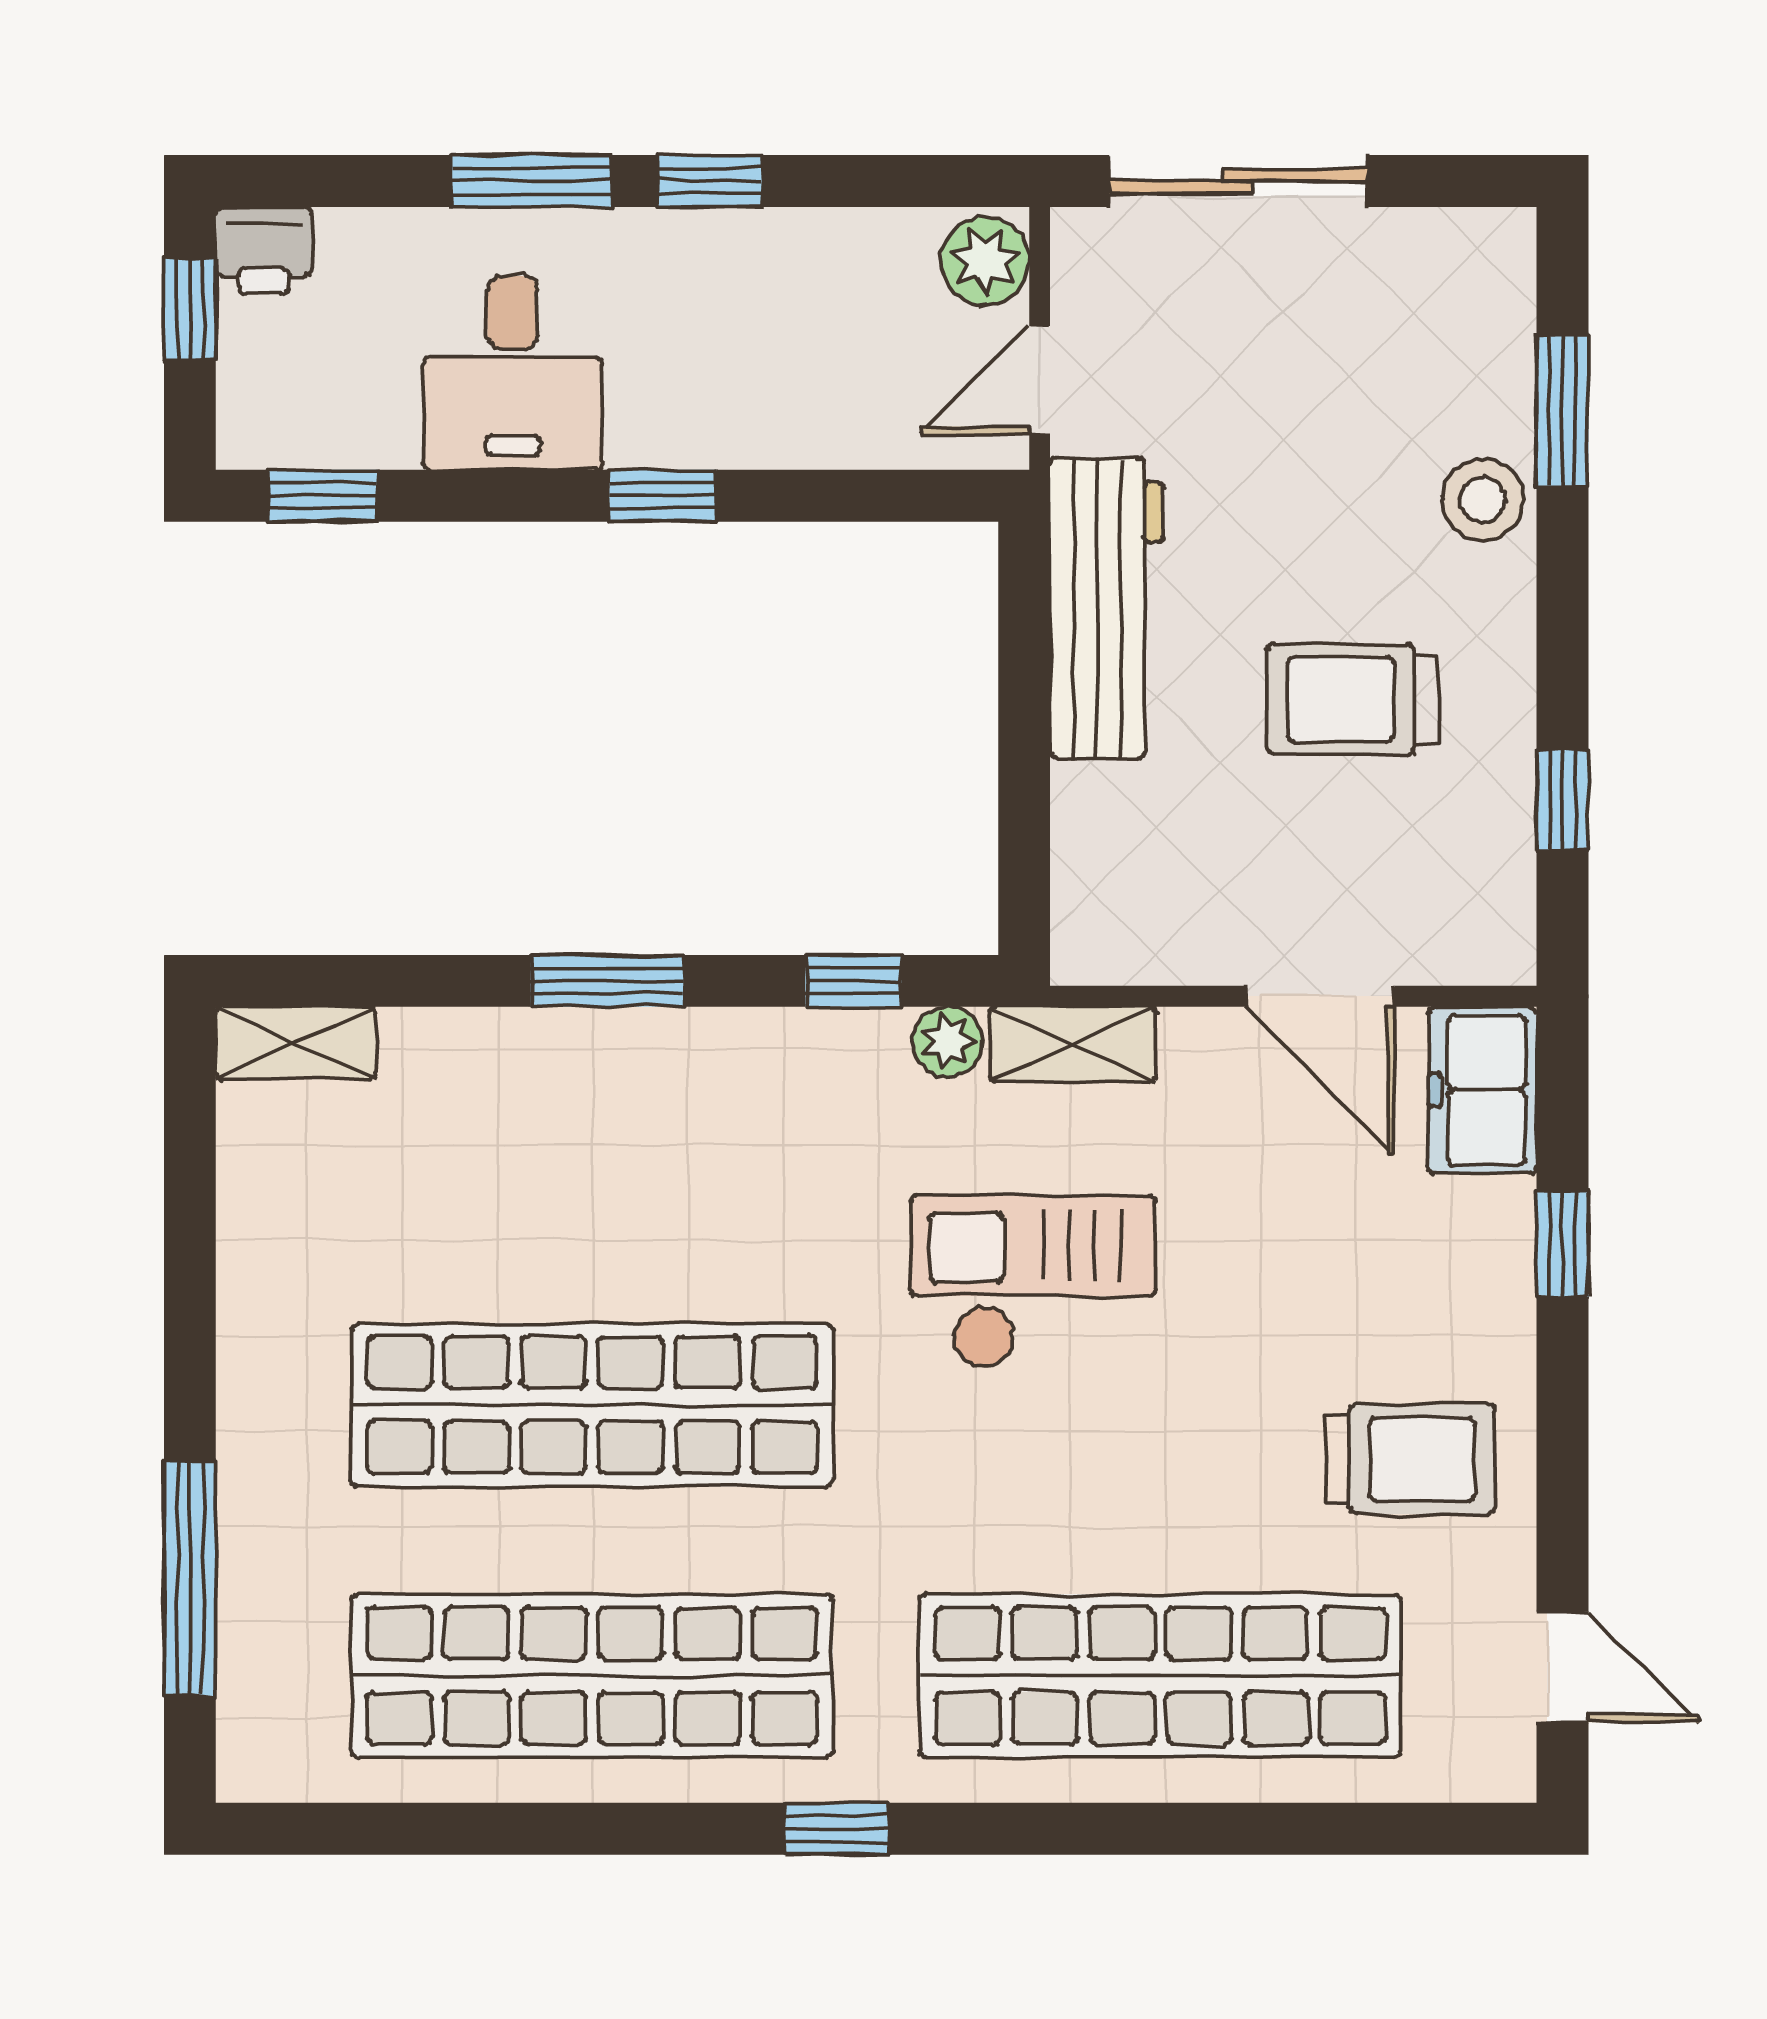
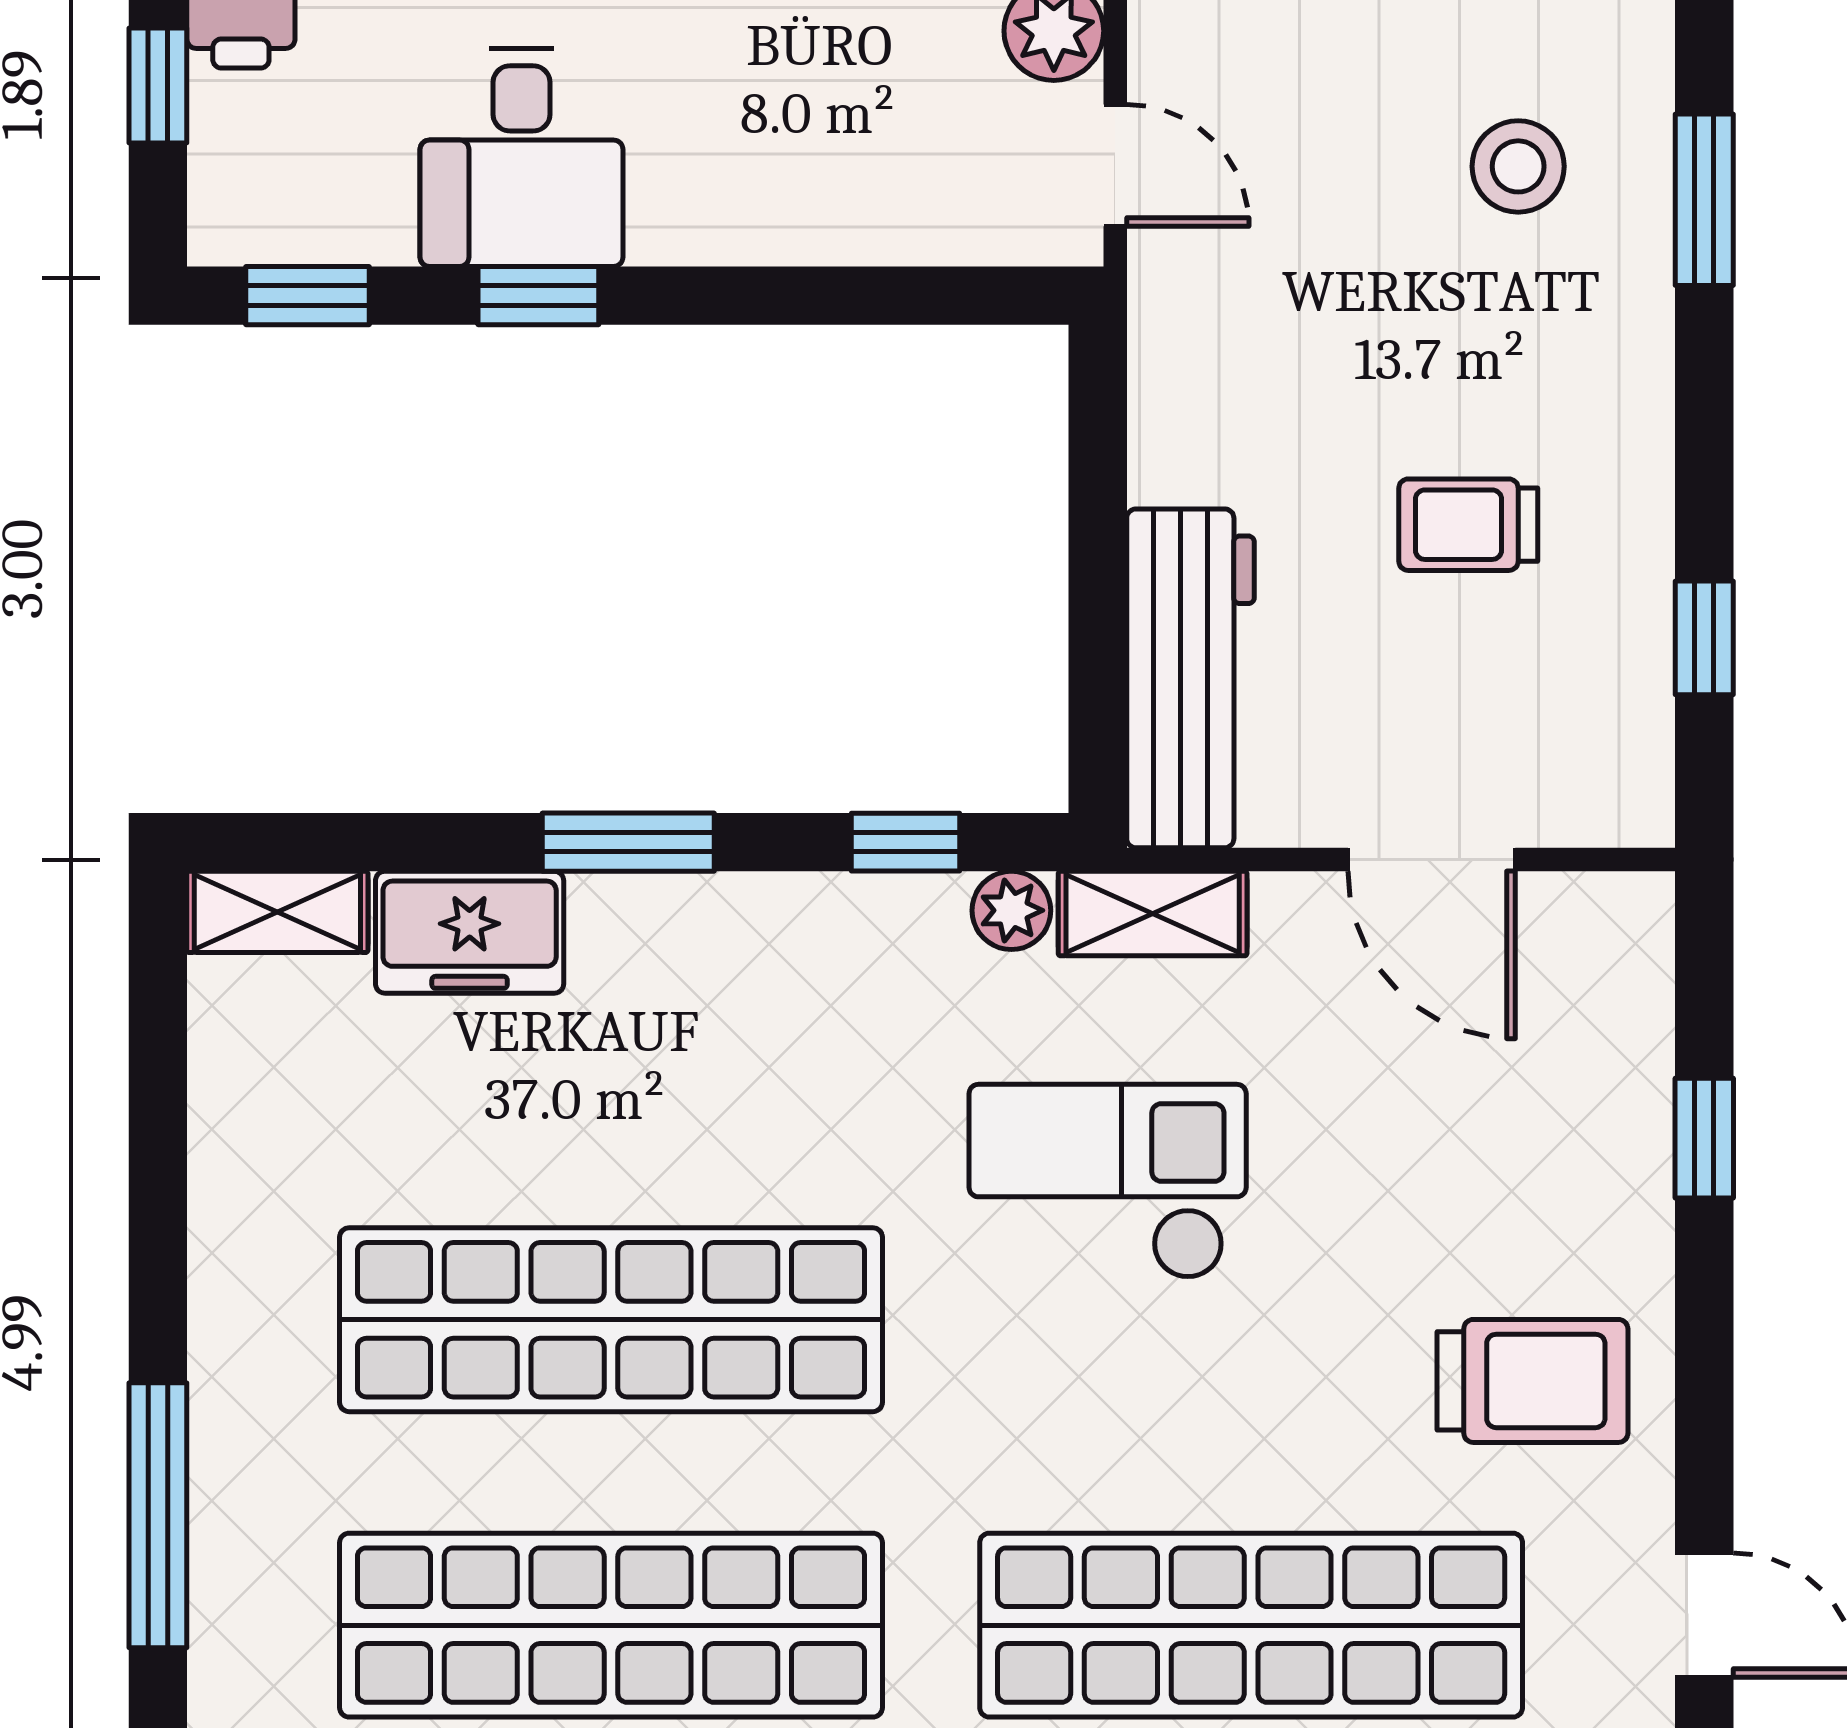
door: (1040, 380) -> (1115, 165), swing flipped
window: (662, 496) -> (538, 296), moved
stool: (1483, 500) -> (1518, 166), moved
workbench: (1106, 608) -> (1190, 678), moved
trolley: (1353, 699) -> (1468, 525), width x0.73, depth x0.72
freezer: (1482, 1090) -> (470, 932), moved, turned -90

